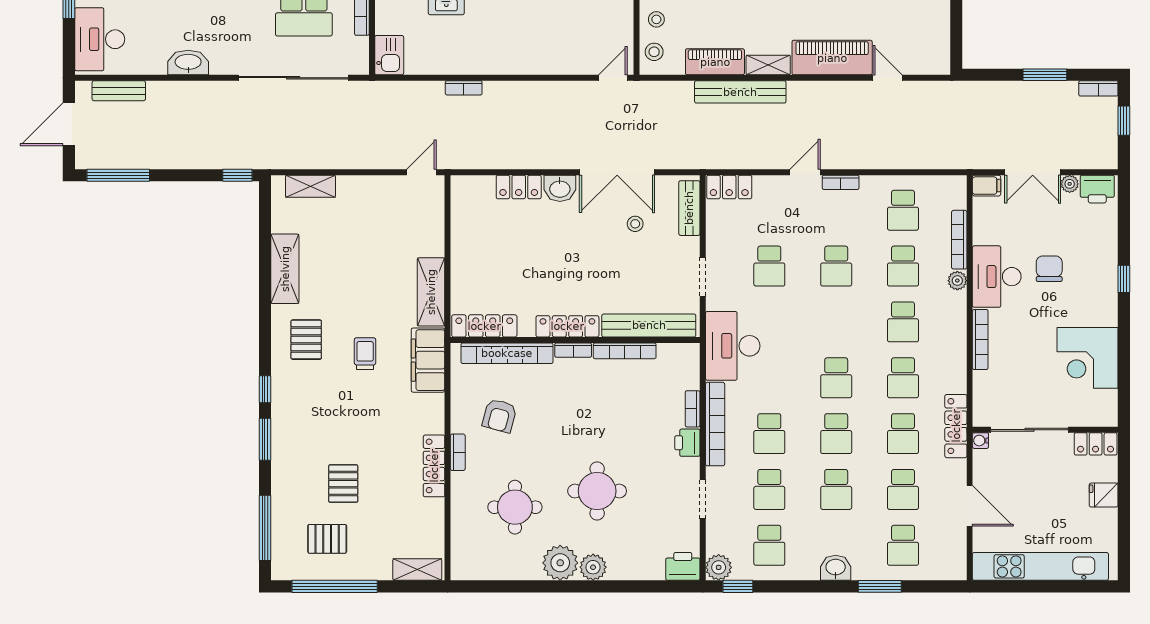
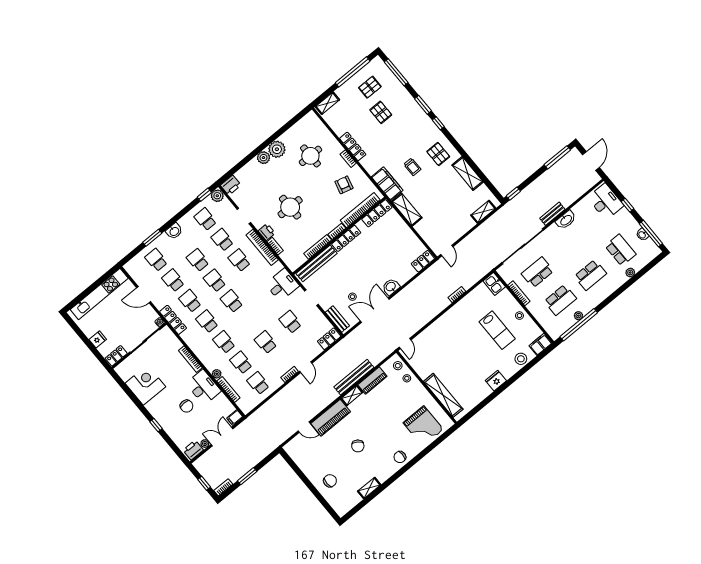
bench: (119, 91) -> (552, 214), moved
locker: (519, 187) -> (423, 261), moved
desk: (733, 346) -> (282, 285), width x0.73
round table: (597, 491) -> (290, 207), moved

